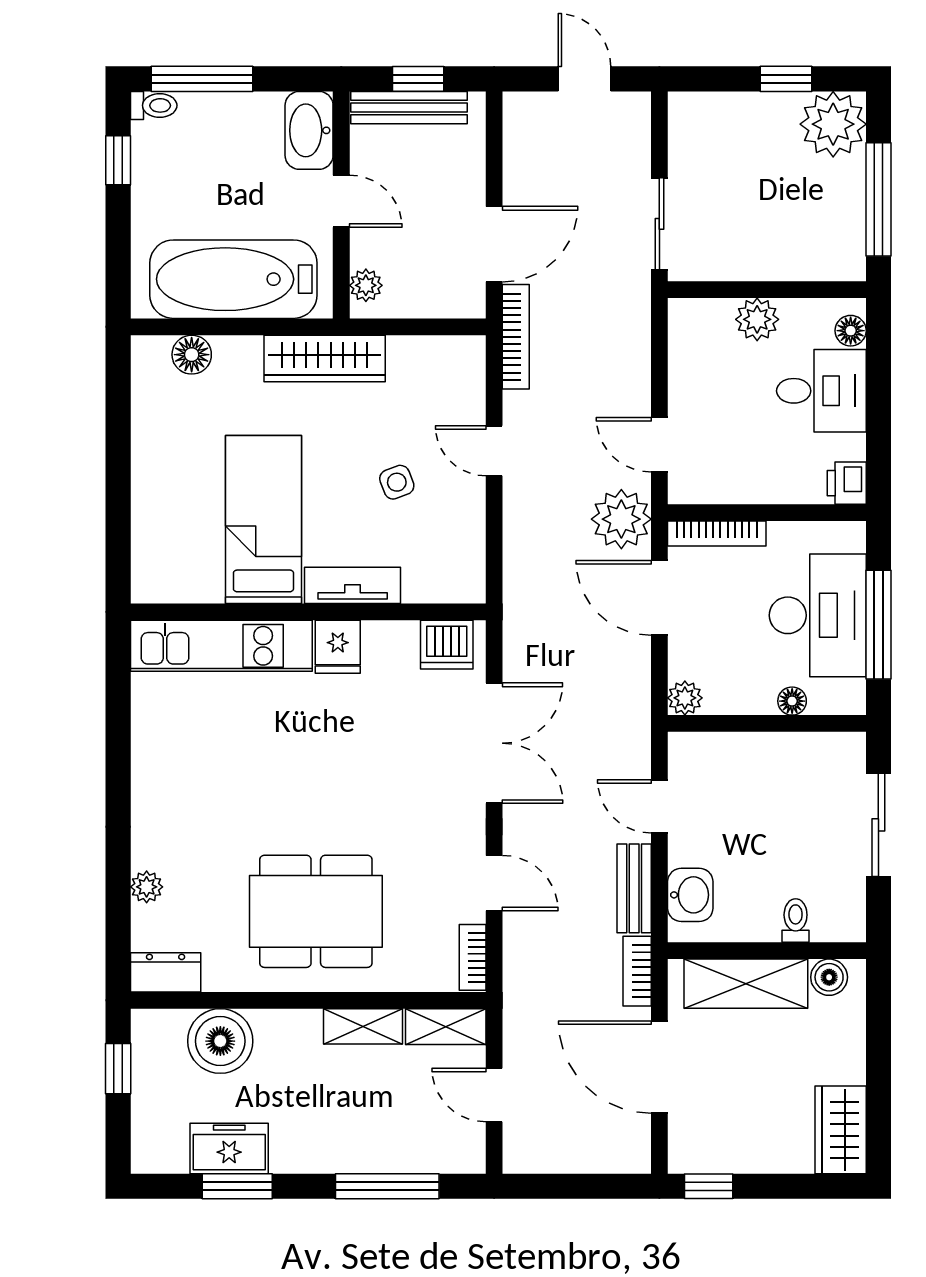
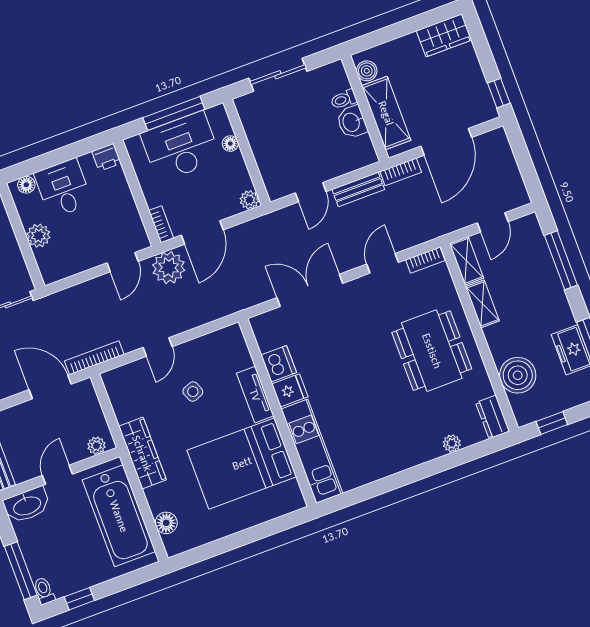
bed: (263, 519) -> (242, 463), width x1.50
bookcase: (717, 534) -> (161, 224), width x0.64
dishwasher: (447, 645) -> (279, 364), moved
washbasin: (690, 895) -> (352, 122), moved, turned -90

